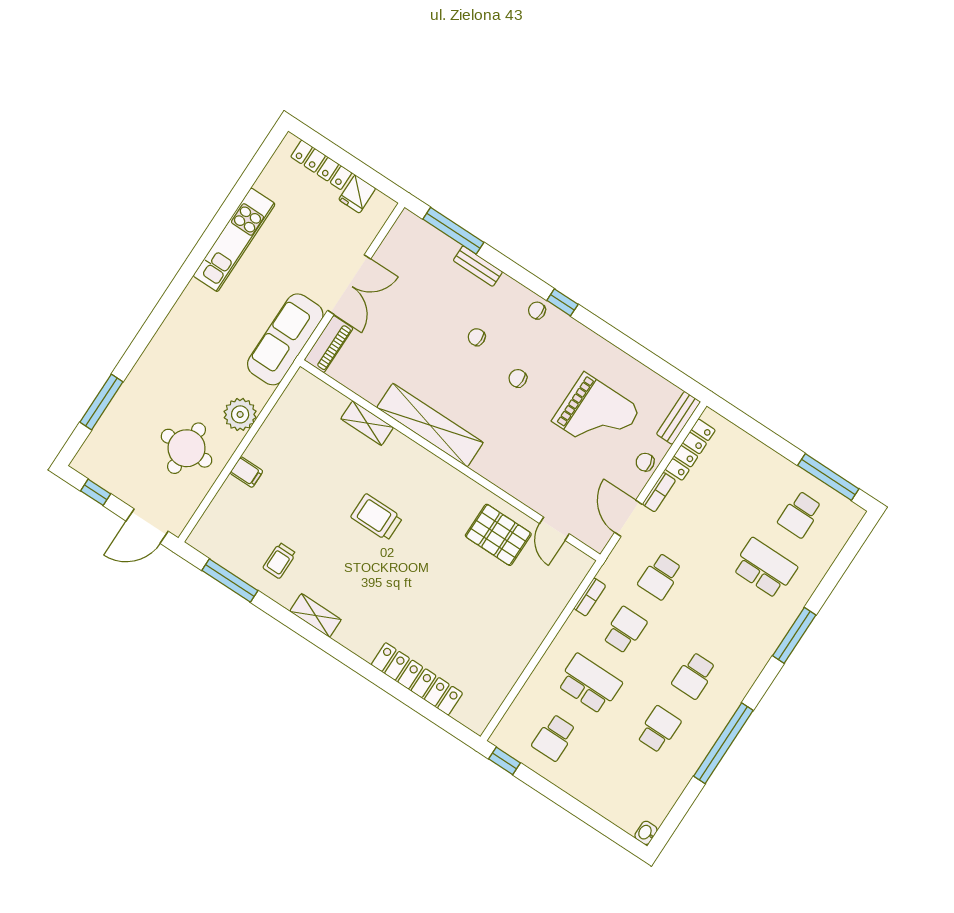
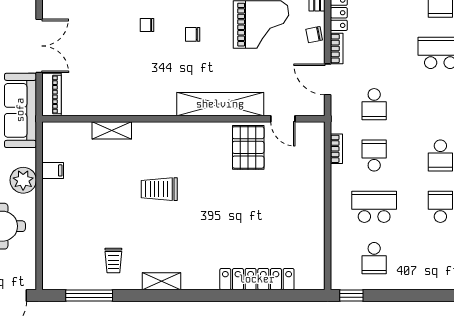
shelving: (430, 425) -> (220, 104), moved
filing cabinet: (246, 472) -> (53, 170), moved
pallet: (498, 535) -> (248, 147), turned 90

